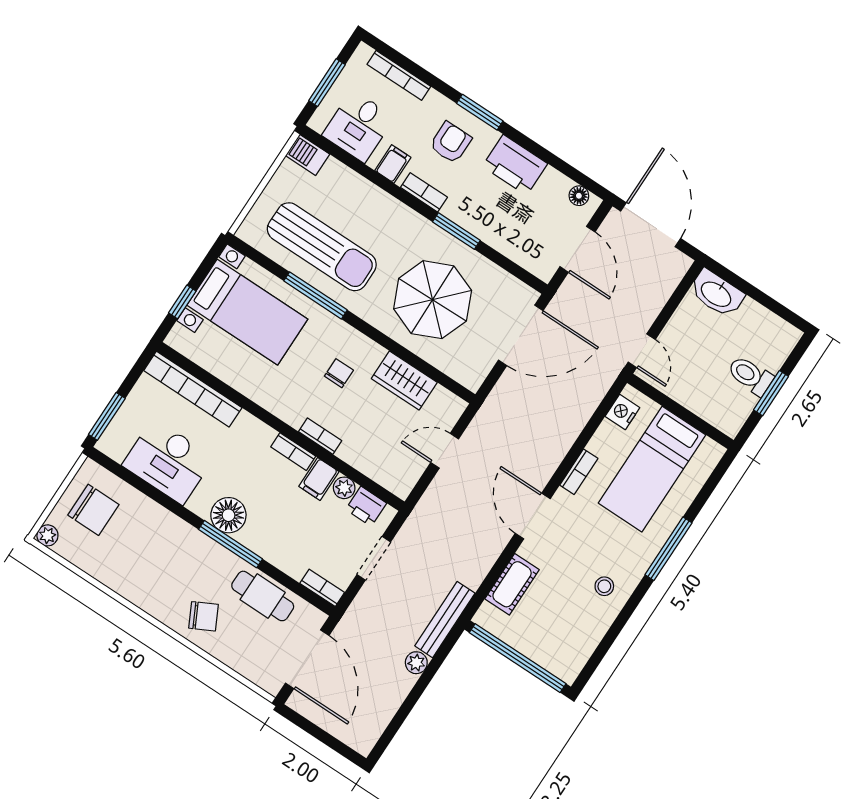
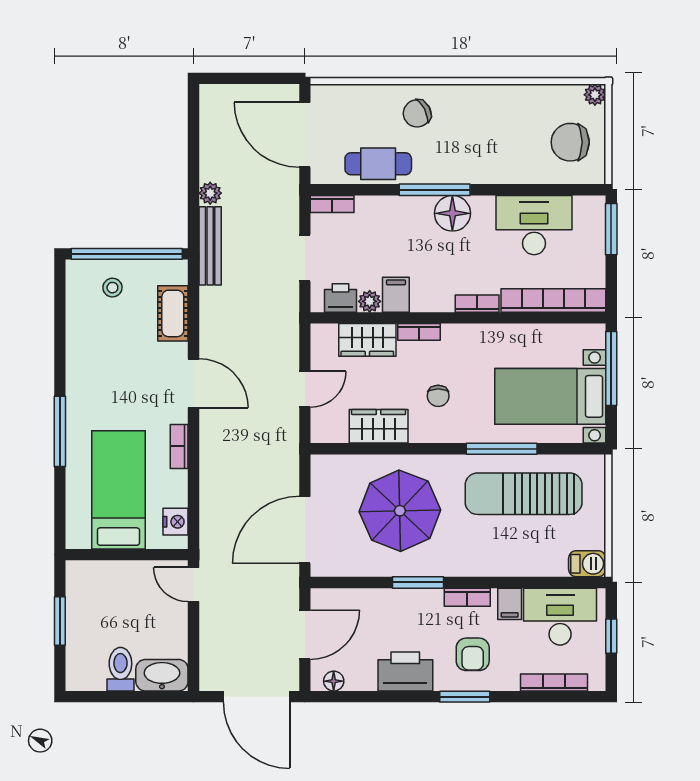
window: (327, 83) -> (611, 636), width x0.67
desk: (358, 126) -> (560, 617), width x1.37
door: (577, 249) -> (305, 635), swing flipped
window: (182, 302) -> (611, 369), width x2.17
toilet: (750, 376) -> (120, 669), moved, turned -90
bookcase: (293, 452) -> (477, 304), moved
wardrobe: (367, 457) -> (367, 340), added
stool: (604, 586) -> (112, 288), moved

